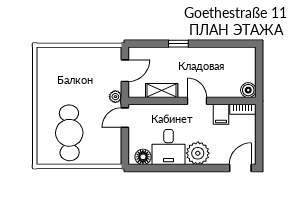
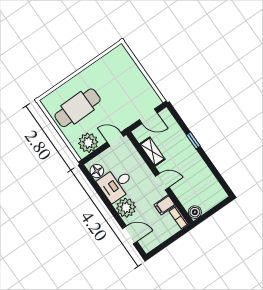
plant: (115, 97) -> (88, 143), moved, width x1.88, depth x1.88
door: (197, 101) -> (162, 182), hinge flipped
door: (240, 168) -> (130, 235), moved

